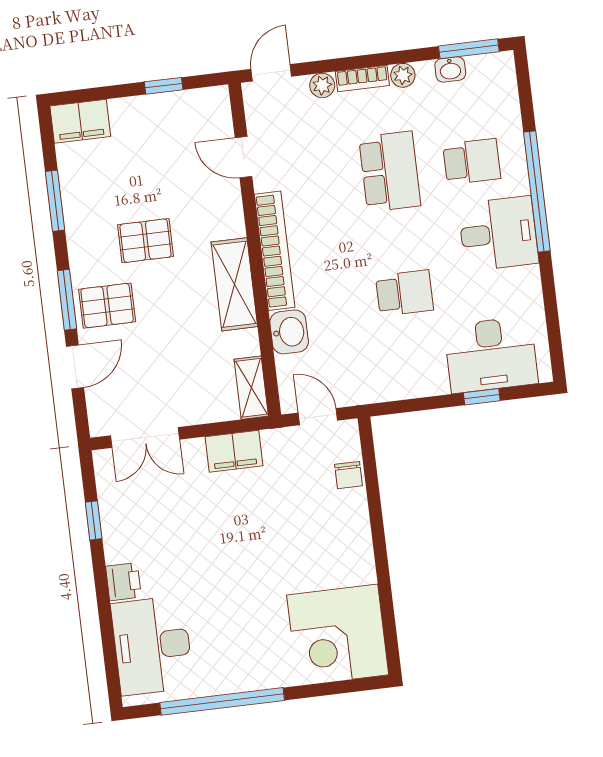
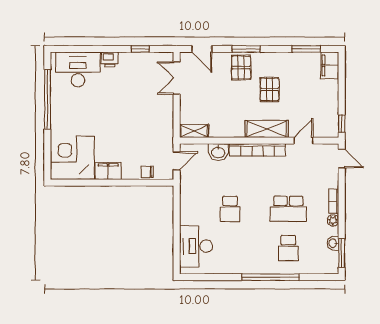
plant: (322, 85) -> (333, 182), removed
window: (164, 86) -> (342, 124), moved
window: (55, 201) -> (306, 49), moved
desk: (498, 234) -> (253, 257), removed
shelving: (234, 284) -> (267, 129), moved
door: (75, 367) -> (202, 49), moved
window: (482, 397) -> (177, 239), removed
filing cabinet: (234, 451) -> (108, 171), moved, turned 90

